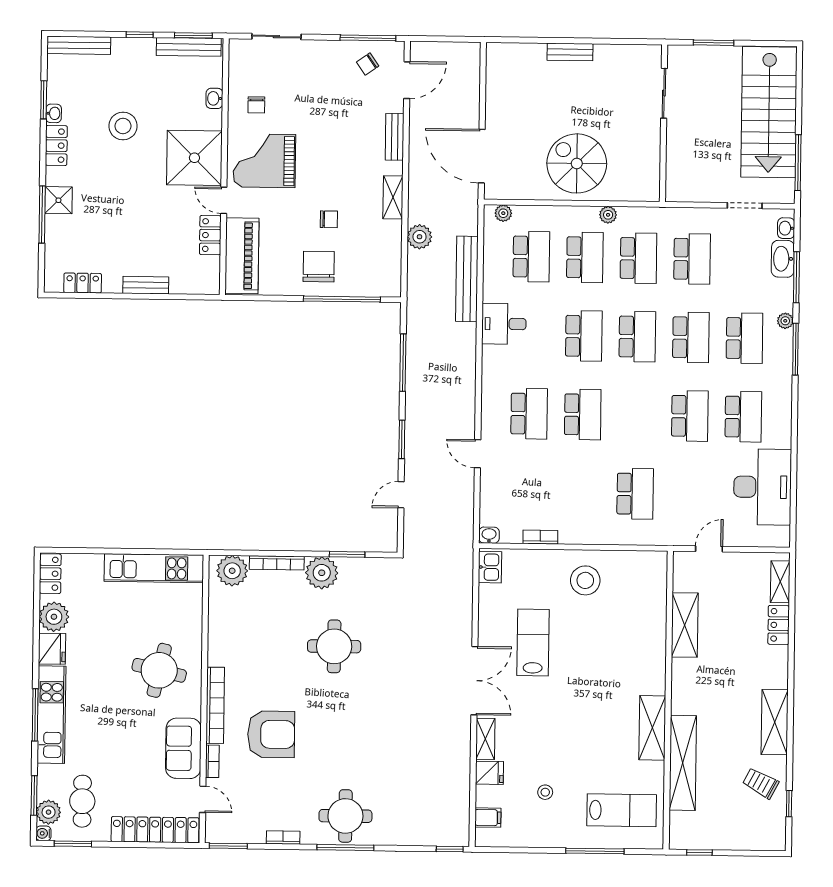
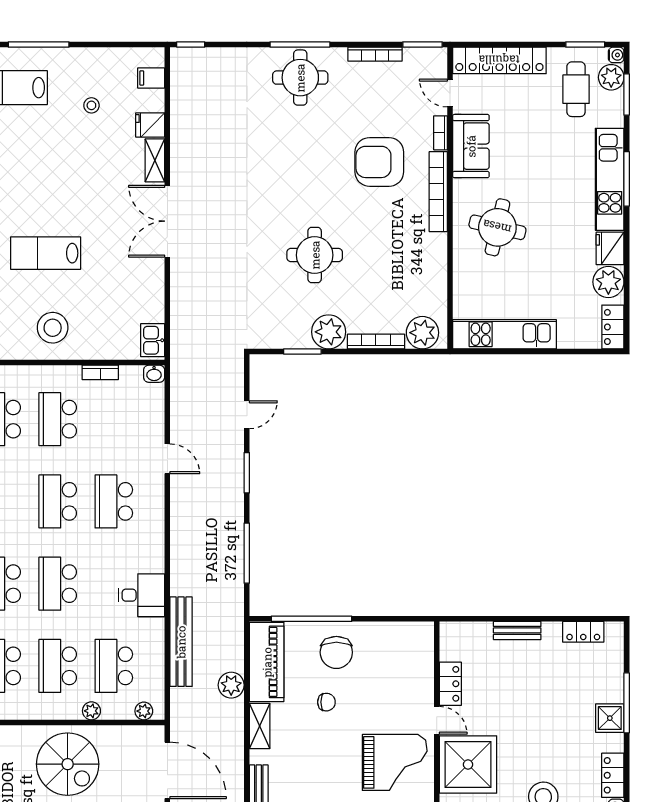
plant: (608, 215) -> (91, 711), moved
chair: (329, 219) -> (326, 702), turned 180
piano: (242, 256) -> (267, 662), moved, turned 180
school desk: (582, 493) -> (58, 419), added
lab bench: (533, 642) -> (46, 253), moved, turned 90
bookcase: (283, 837) -> (375, 54), width x1.56

